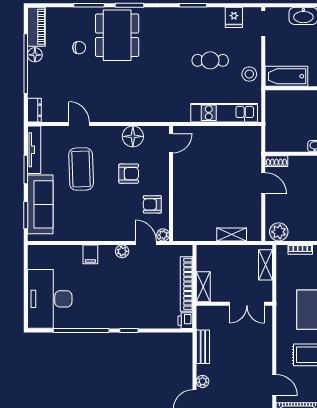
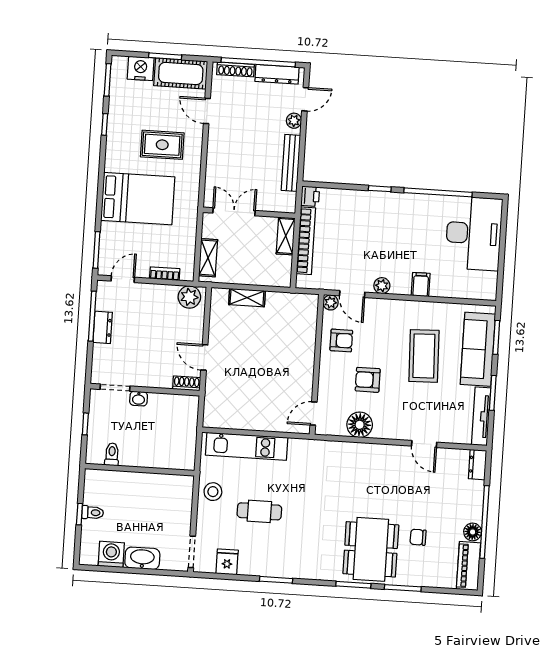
bathtub: (286, 76) -> (168, 486), removed
coffee table: (81, 169) -> (424, 356), moved
bench: (203, 347) -> (291, 163), width x1.36

